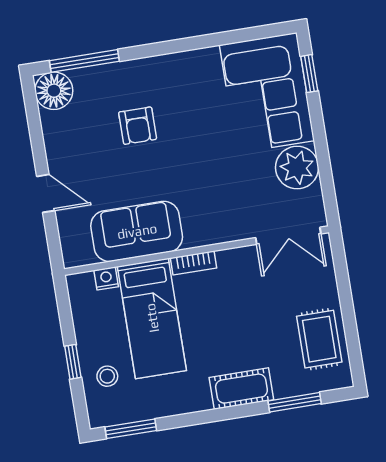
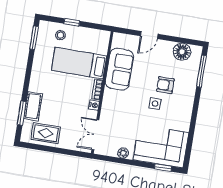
floor lamp: (54, 91) -> (182, 52), moved
side table: (183, 134) -> (155, 104), added
plant: (297, 168) -> (123, 153), width x0.53, depth x0.53
nightstand: (106, 278) -> (94, 105), moved
cot: (241, 389) -> (33, 106), moved

